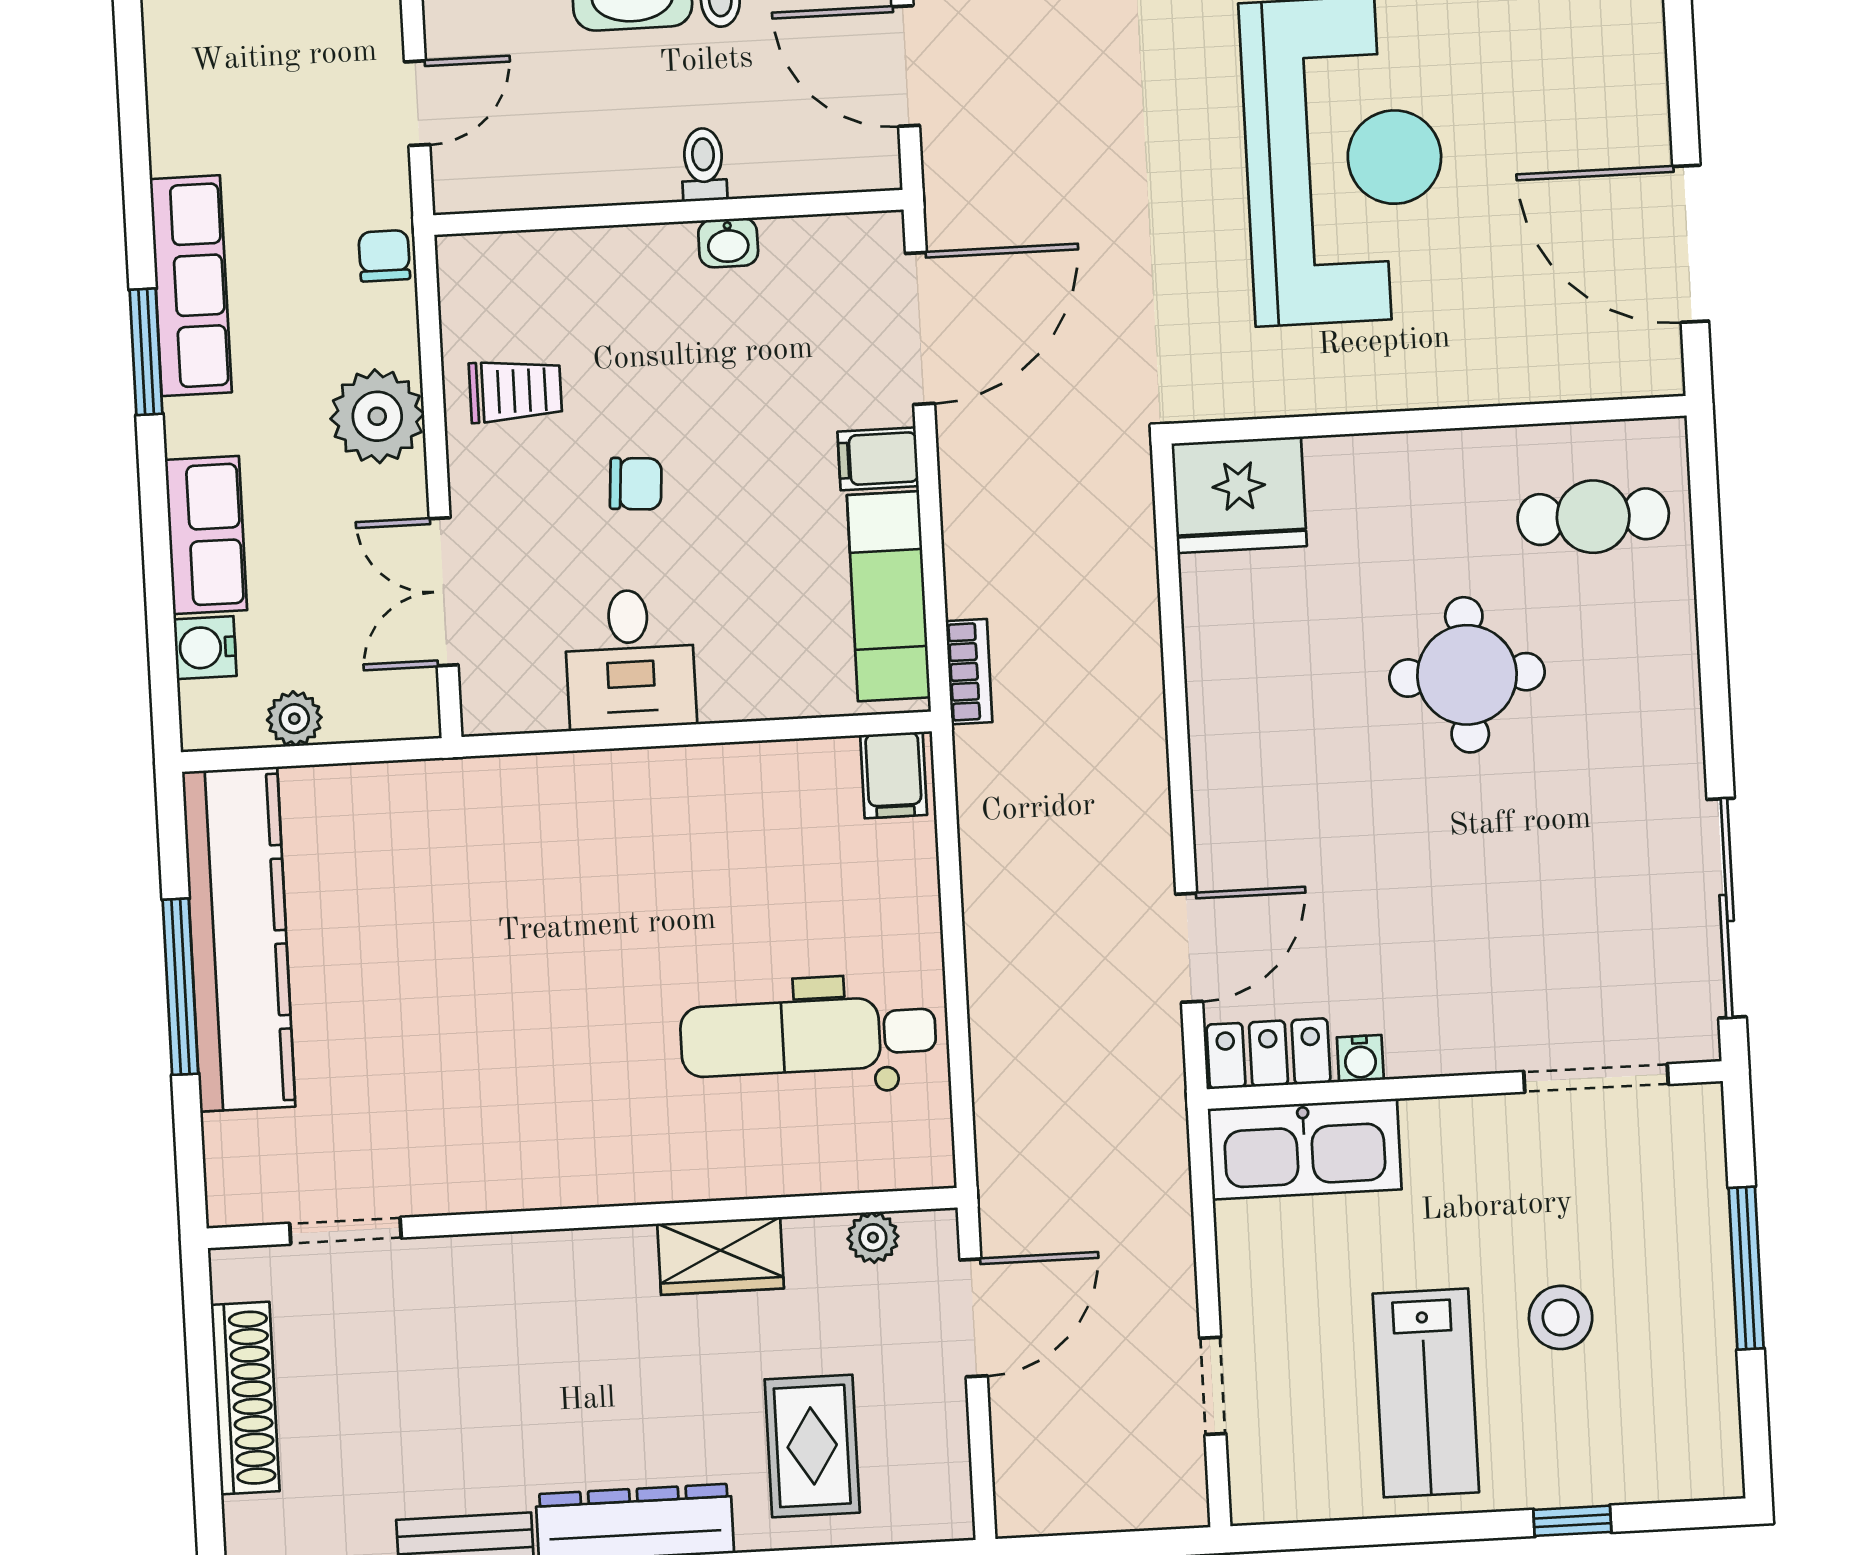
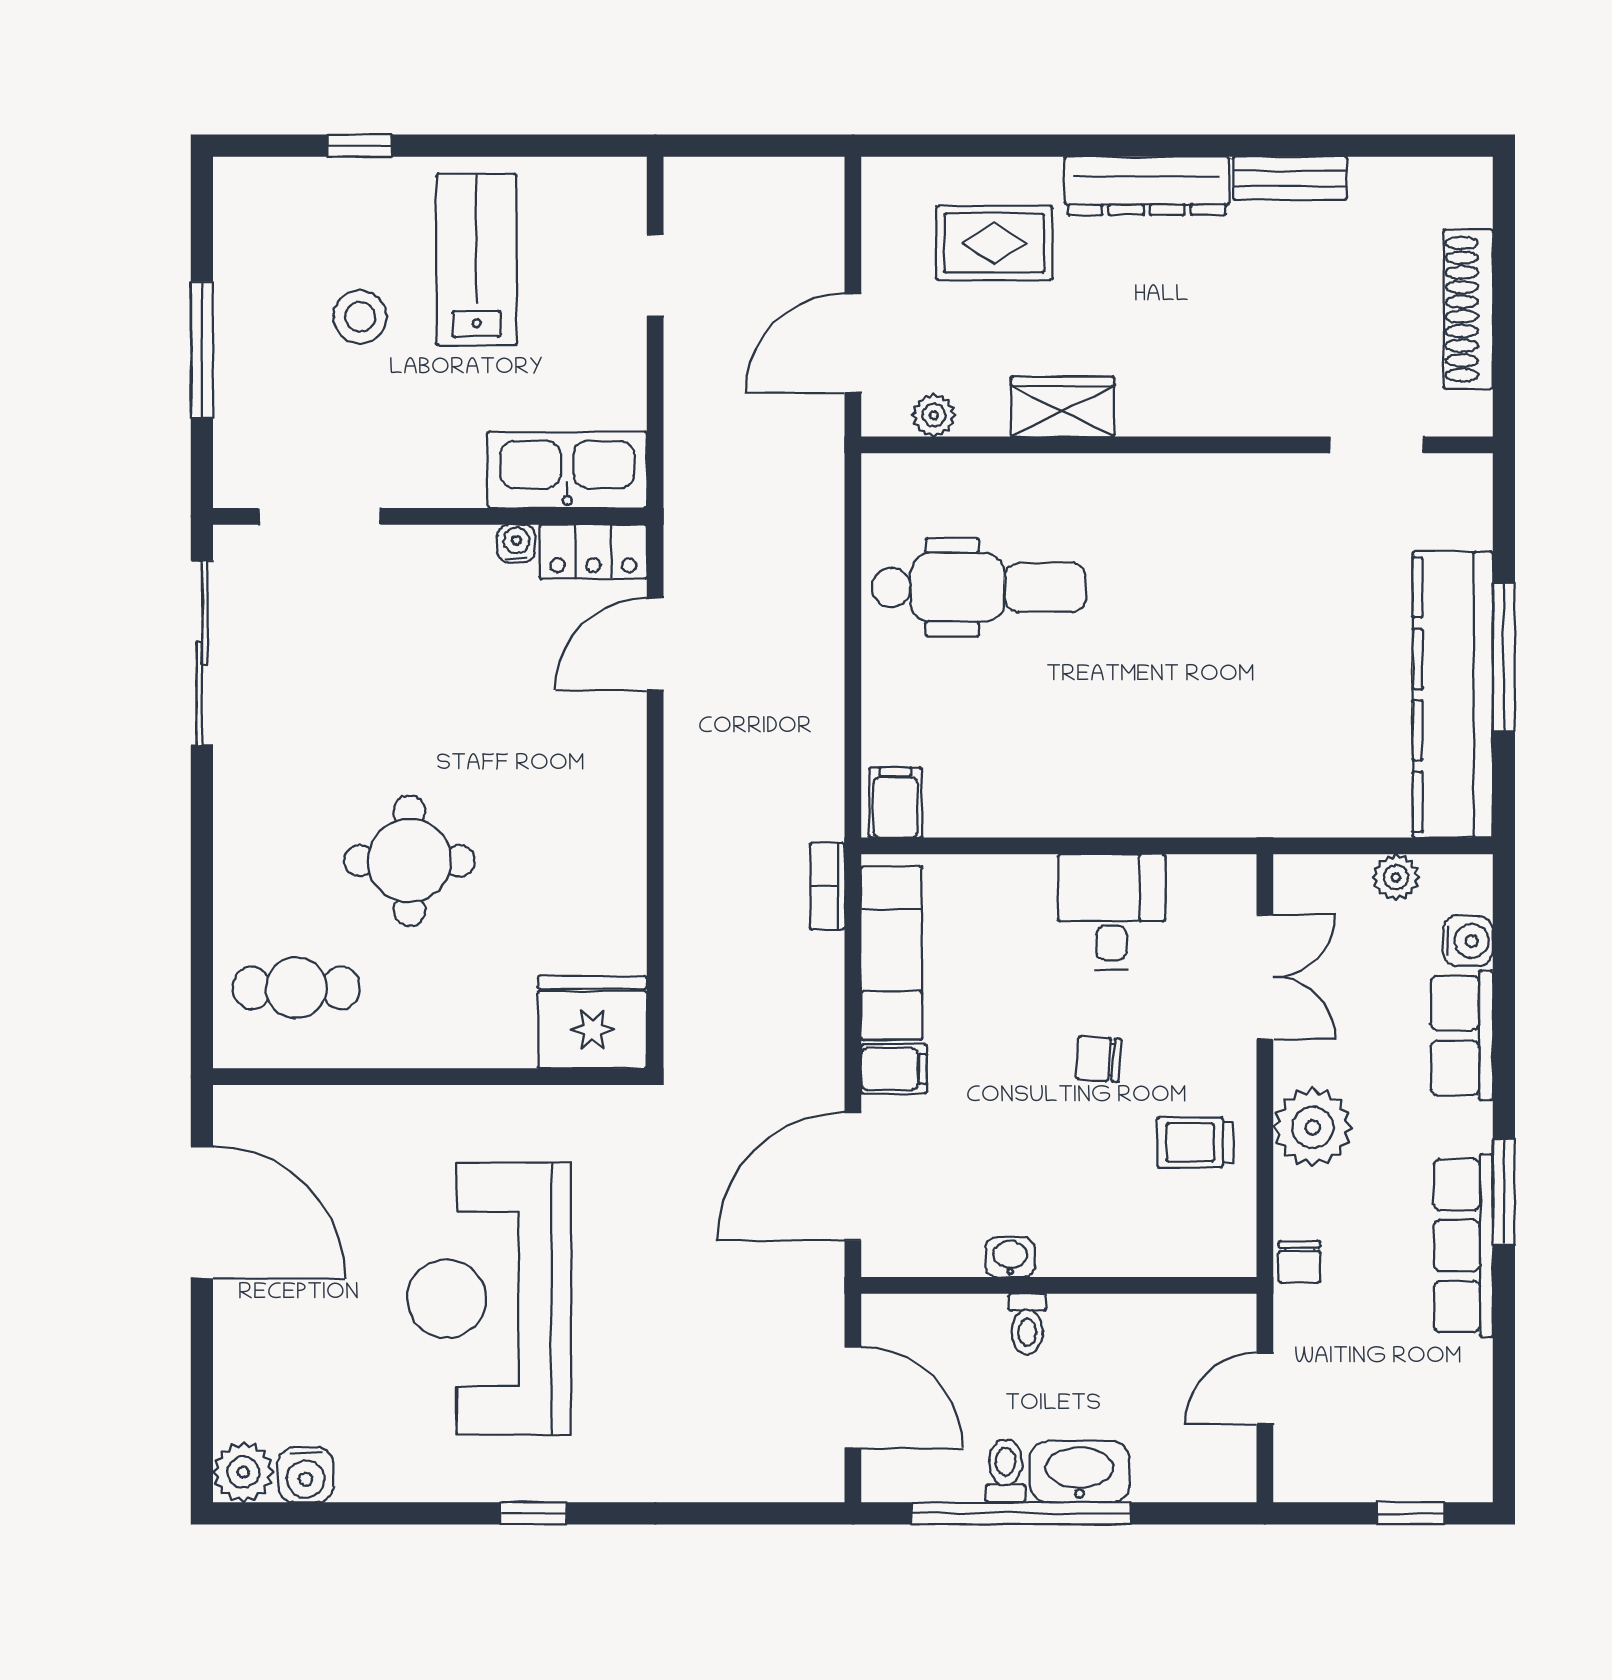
rug: (812, 1446) -> (994, 243), turned 90

